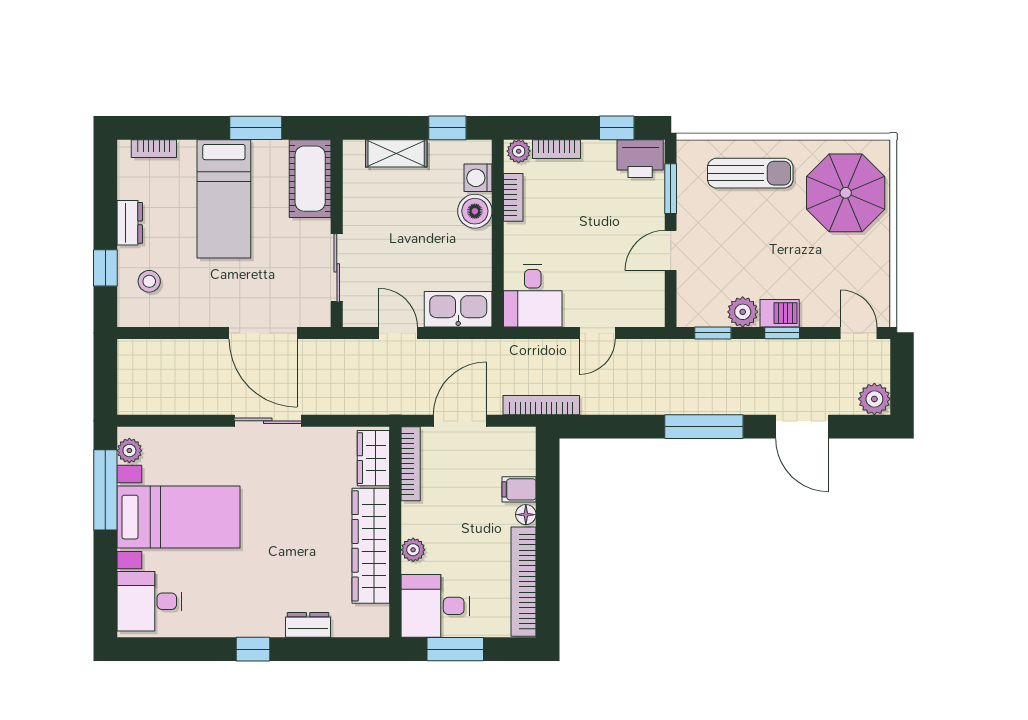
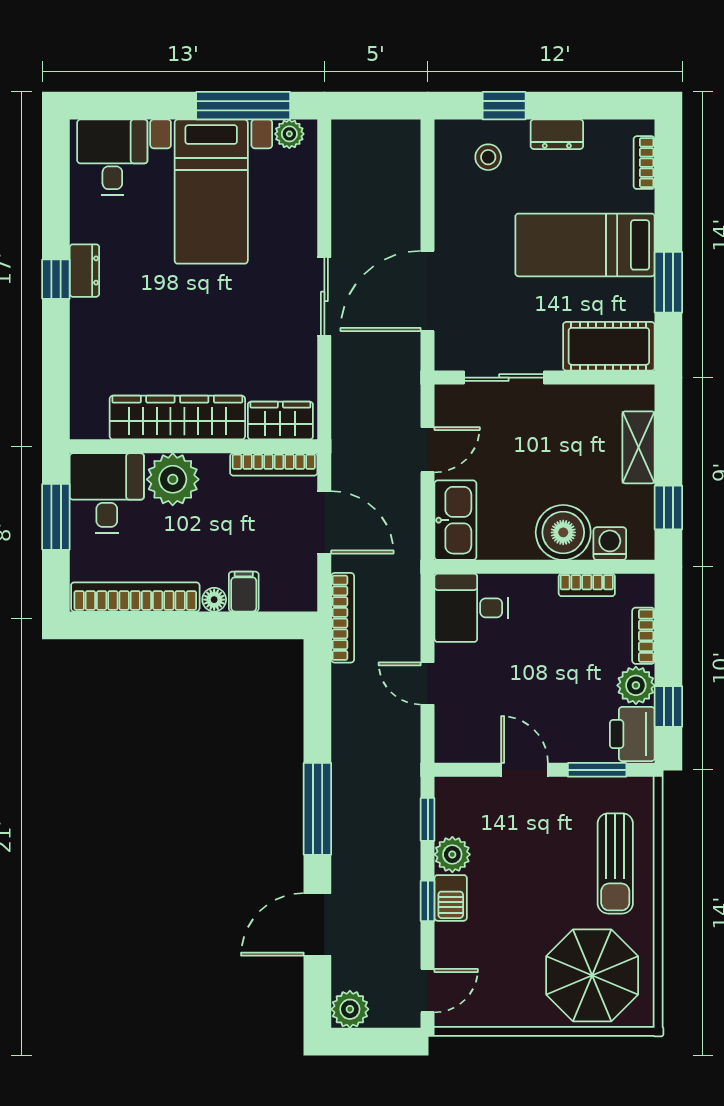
plant: (519, 151) -> (636, 685), moved, width x1.38, depth x1.38
boiler: (475, 211) -> (563, 532), width x1.37, depth x1.37
plant: (413, 550) -> (173, 479), width x1.87, depth x1.87
dresser: (308, 625) -> (84, 271), moved

